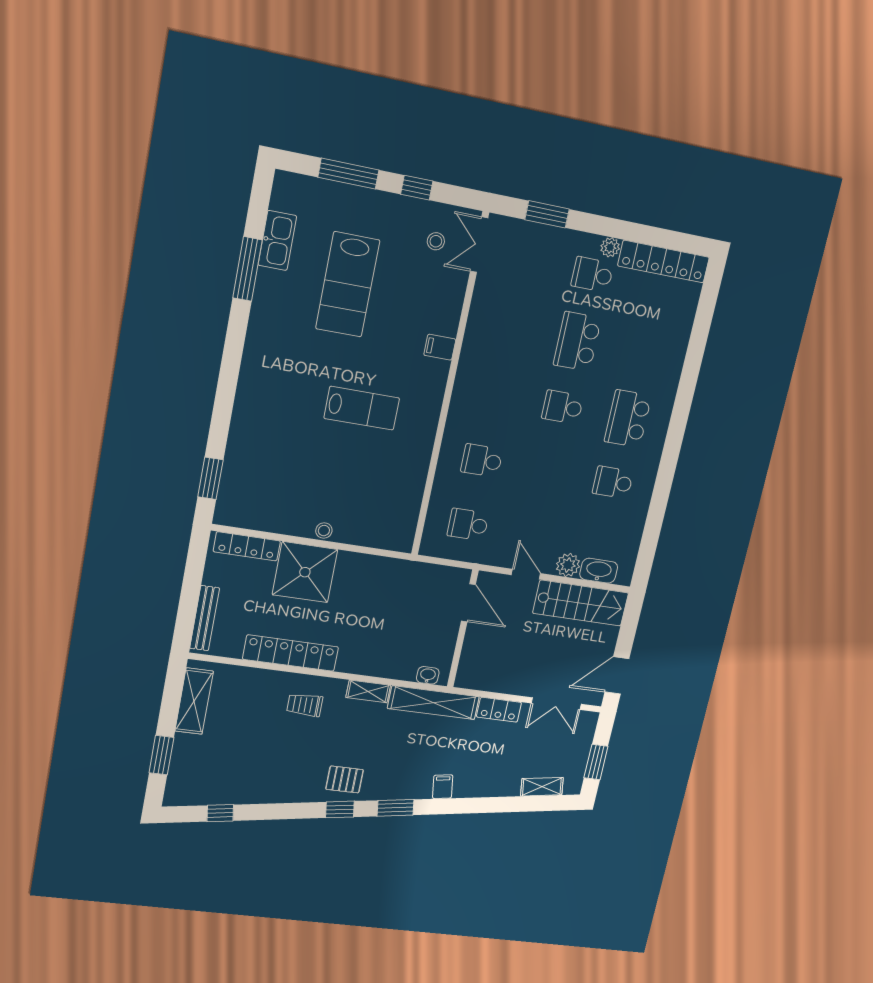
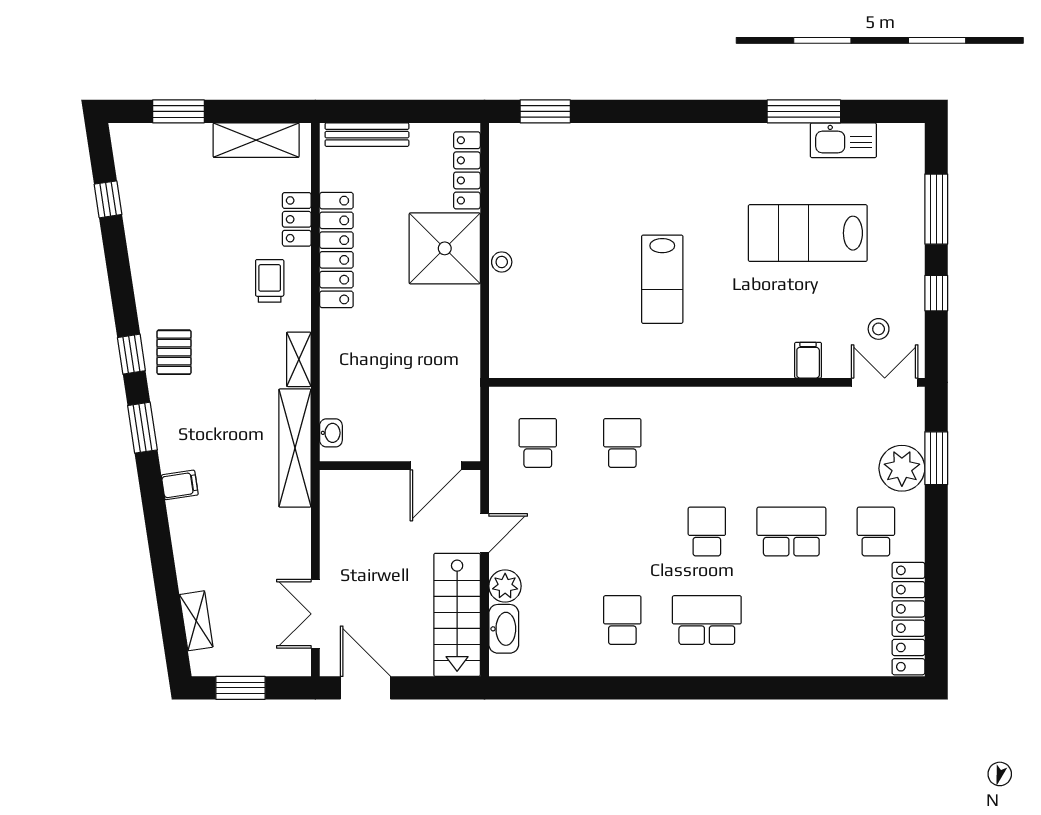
plant: (610, 247) -> (902, 468), moved, width x1.87, depth x1.87
filing cabinet: (440, 347) -> (808, 360), moved
locker: (499, 710) -> (297, 219), moved

